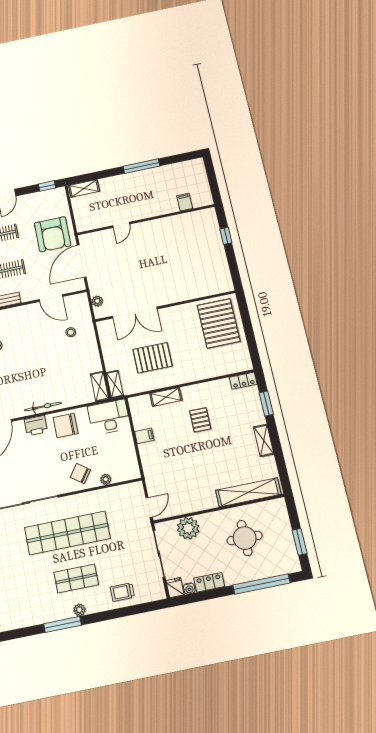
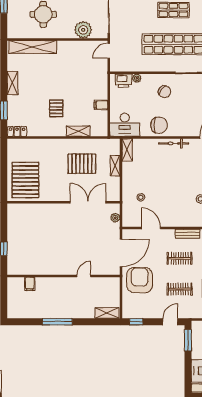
shelving: (115, 384) -> (115, 166), moved
printer: (36, 426) -> (124, 81), moved, turned 180
chair: (80, 474) -> (165, 92), moved

